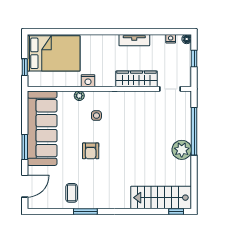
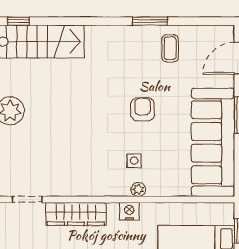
nightstand: (88, 81) -> (129, 211), moved
plant: (79, 96) -> (138, 189), moved

